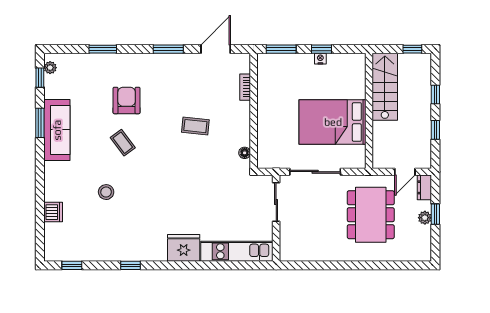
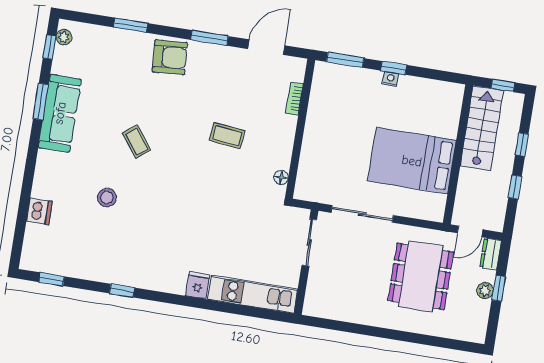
stairs: (385, 87) -> (482, 128), moved
armchair: (127, 100) -> (170, 57), moved, turned 86
wall: (369, 111) -> (458, 154), moved
bed: (333, 122) -> (412, 161), moved
fridge: (184, 248) -> (198, 285), width x0.53, depth x0.75

